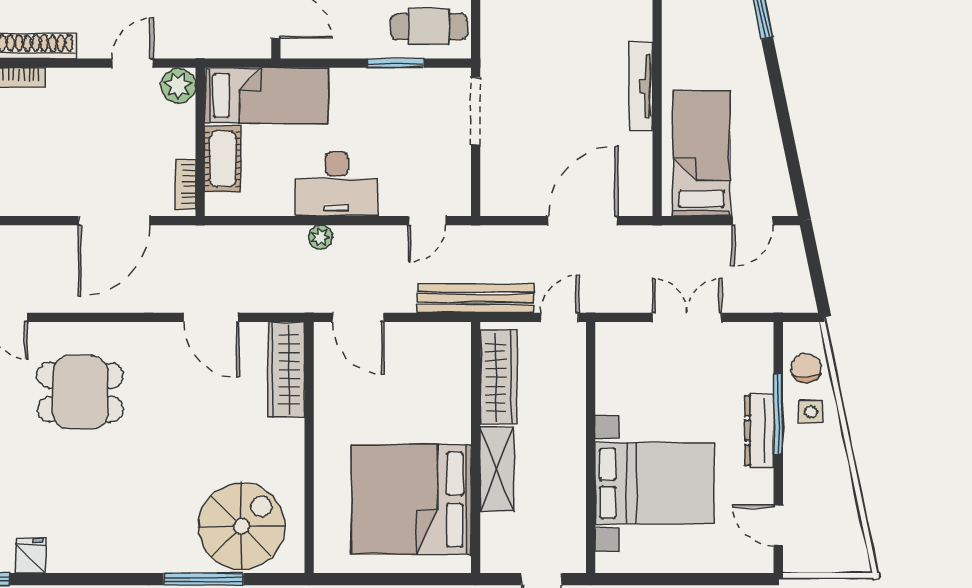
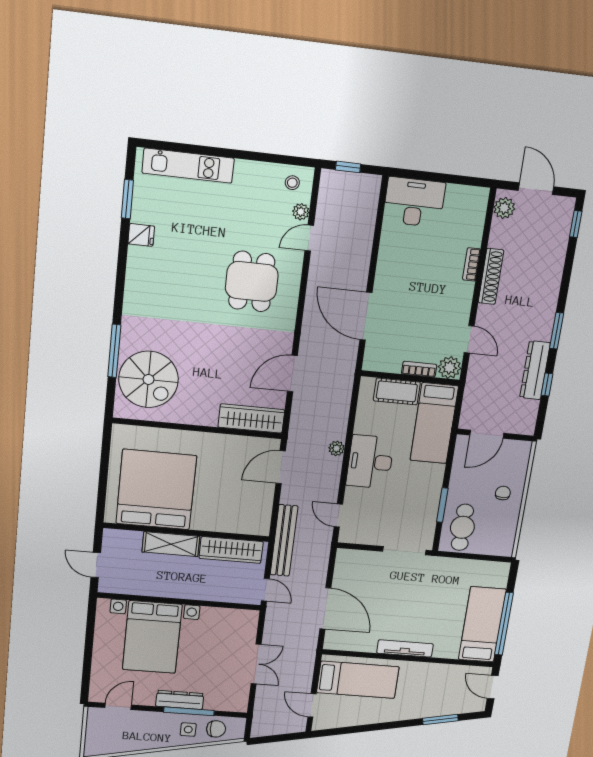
bookcase: (186, 184) -> (419, 369), moved

